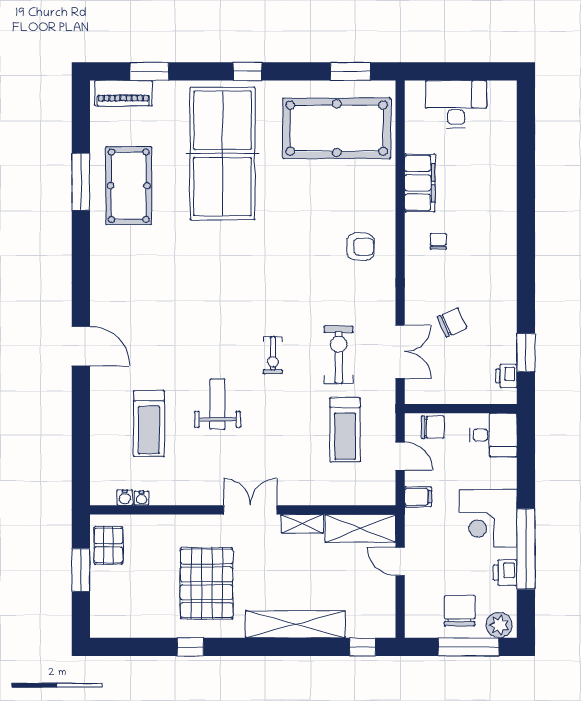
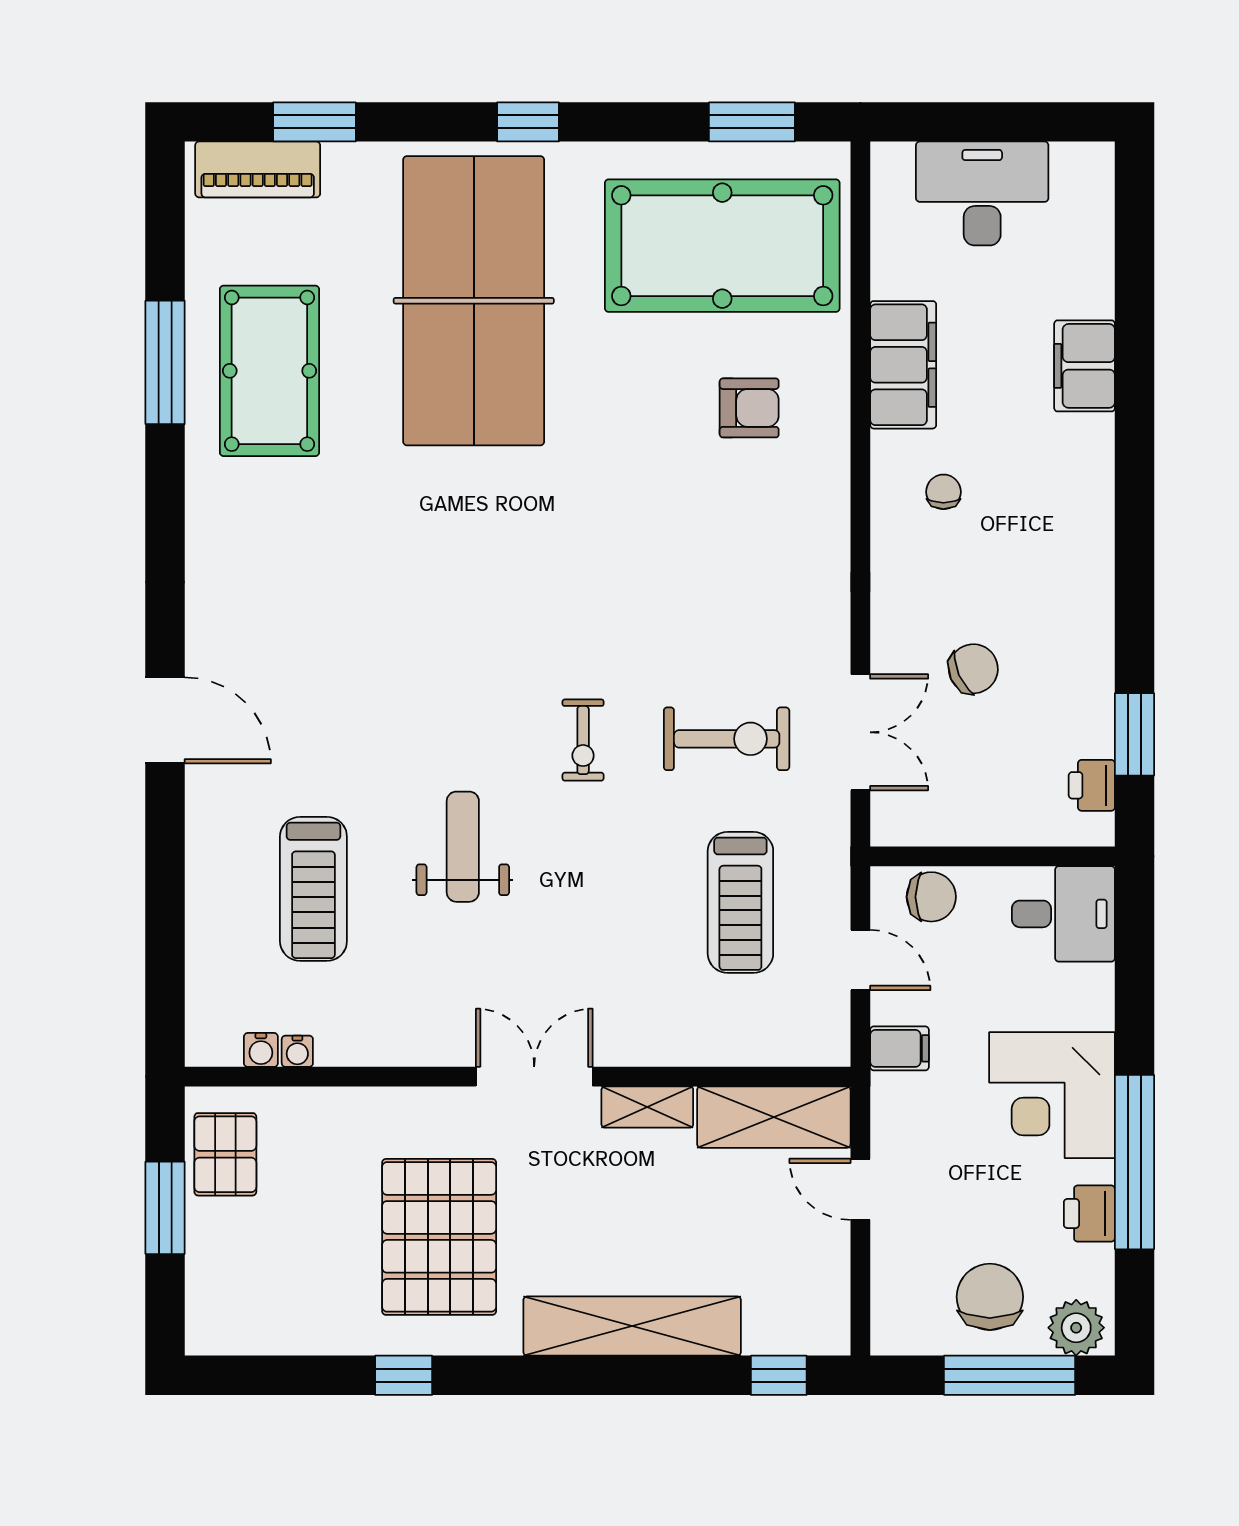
filing cabinet: (503, 183) -> (1085, 366), added
armchair: (361, 247) -> (749, 408), moved
exercise bike: (339, 355) -> (727, 739), turned 90

